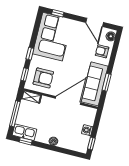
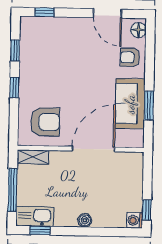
corner sofa: (52, 37) -> (45, 52), removed
window: (25, 74) -> (15, 50), moved
sofa: (95, 84) -> (130, 104), width x0.73
washing machine: (87, 130) -> (135, 220), moved

